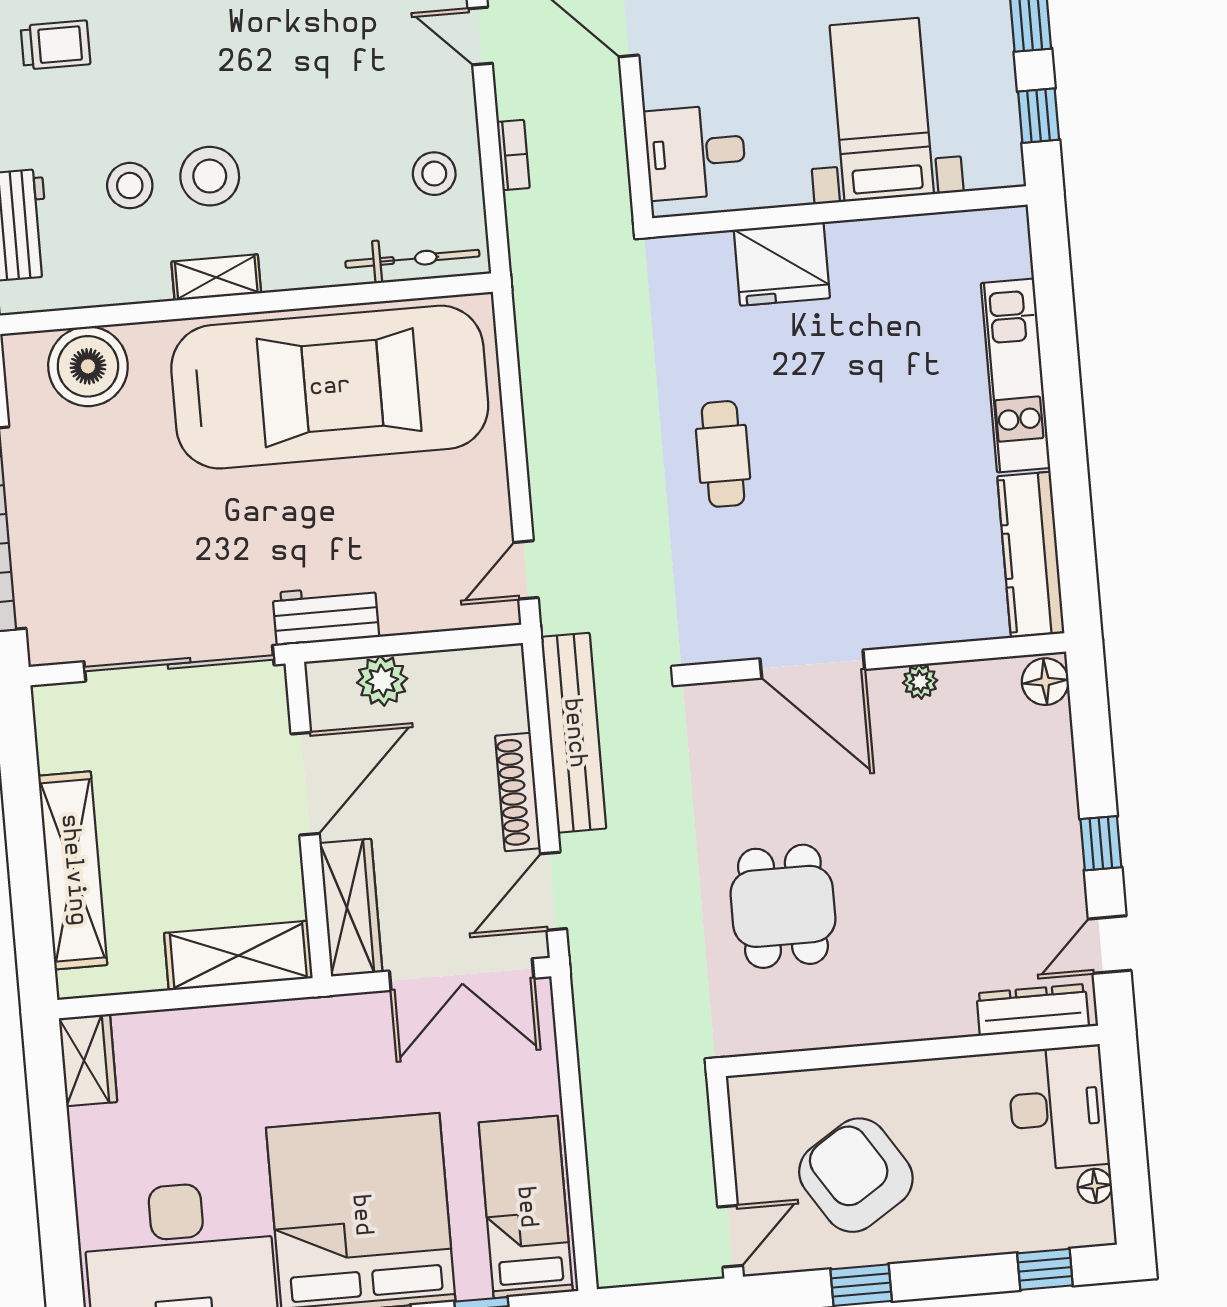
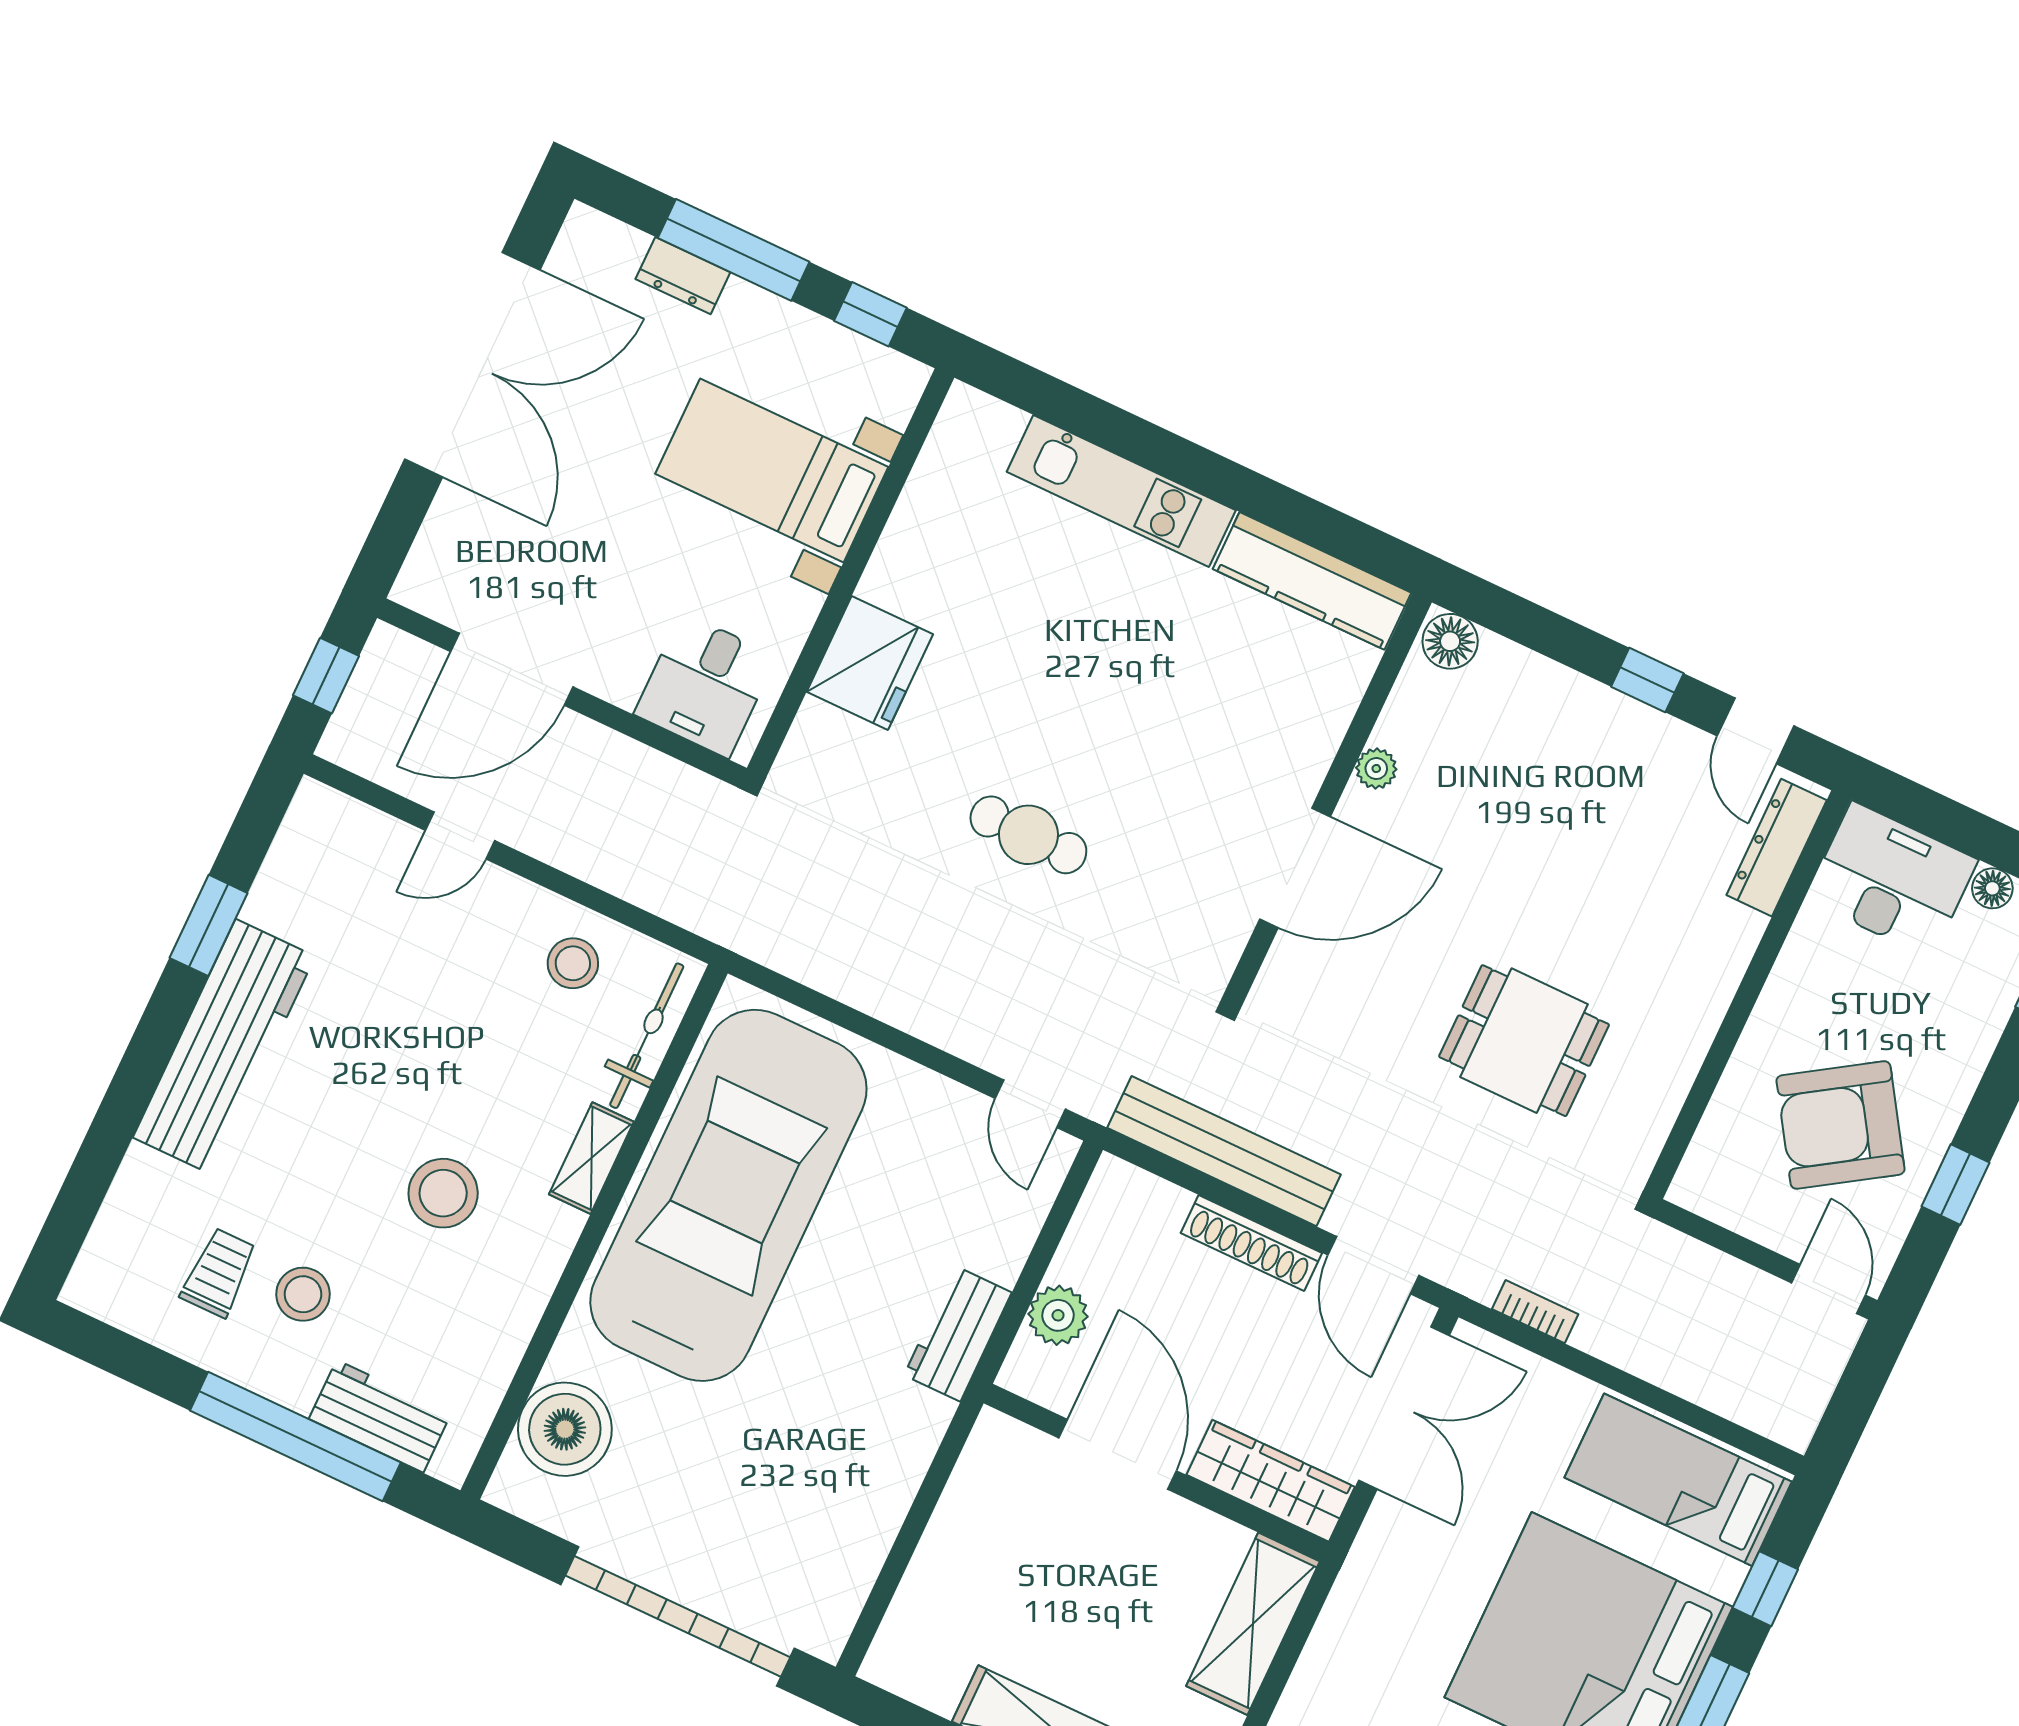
bookcase: (513, 155) -> (1535, 1312), moved
stool: (130, 186) -> (303, 1294), moved
shelving: (216, 277) -> (591, 1158), moved
sliding door: (179, 663) -> (921, 1512), removed

